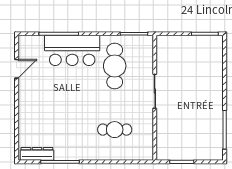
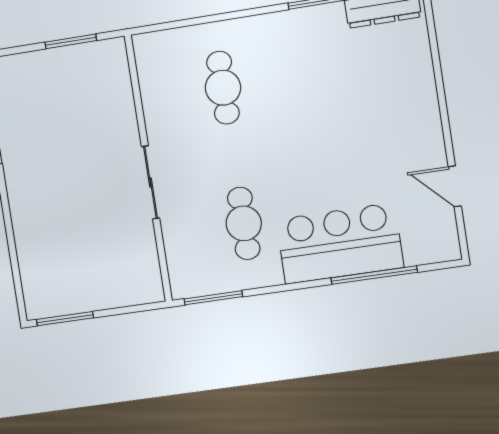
cafe table: (115, 66) -> (244, 223), width x0.73, depth x0.74
door: (17, 69) -> (455, 186), hinge flipped
cafe table: (115, 130) -> (223, 88), turned 90

